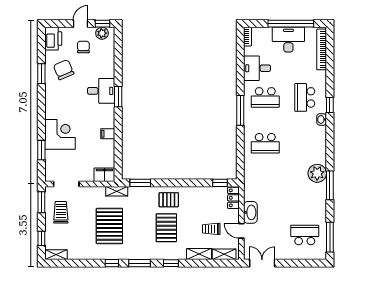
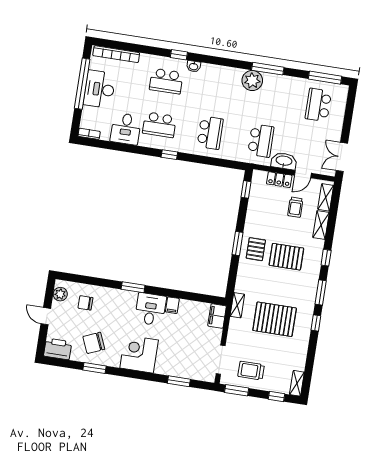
window: (103, 24) -> (50, 292), removed
chair: (83, 47) -> (85, 303), moved
desk: (101, 91) -> (150, 309), moved
school desk: (265, 97) -> (159, 125), turned 90
window: (240, 110) -> (169, 155), width x0.46
corner desk: (60, 134) -> (139, 354), moved
window: (140, 183) -> (238, 244), moved
school desk: (265, 189) -> (261, 141), added
locker: (233, 198) -> (279, 180), moved

